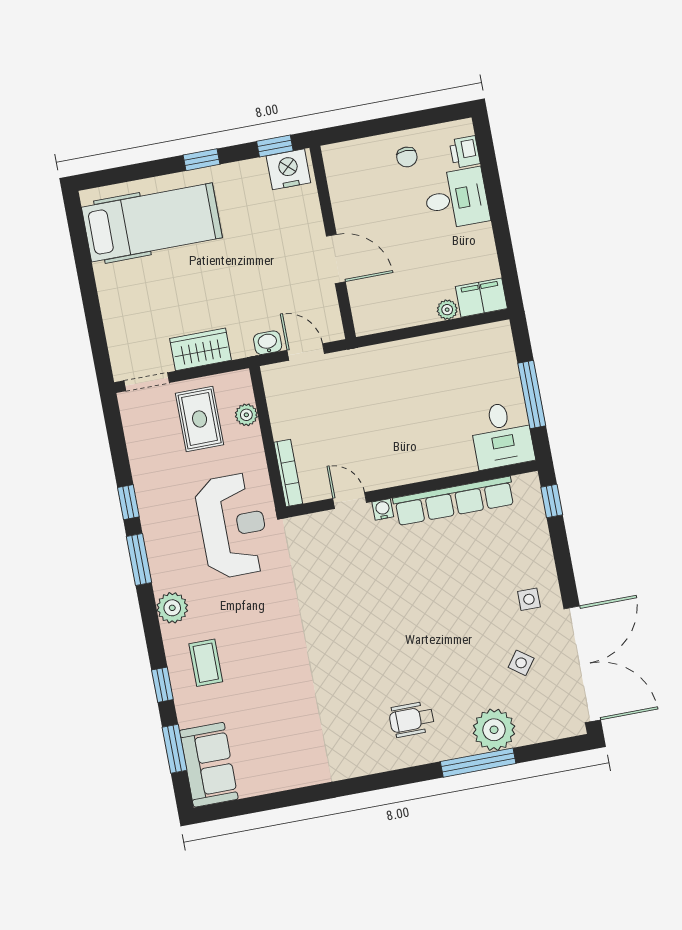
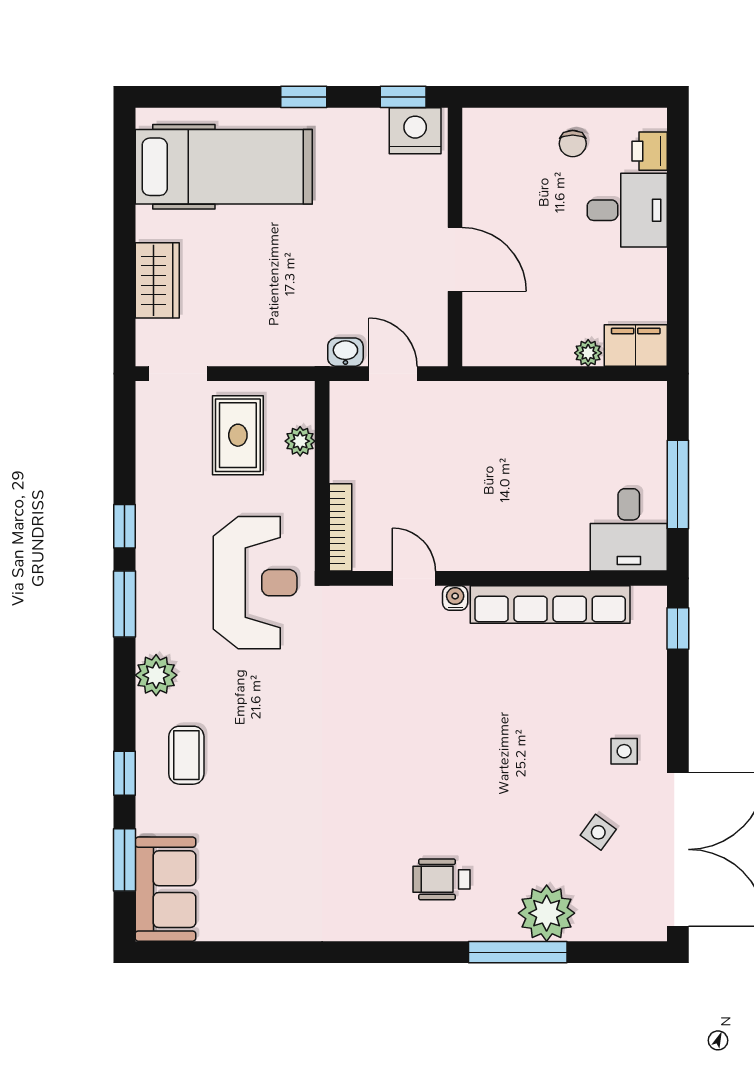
wardrobe: (201, 349) -> (157, 280), moved, turned 90

